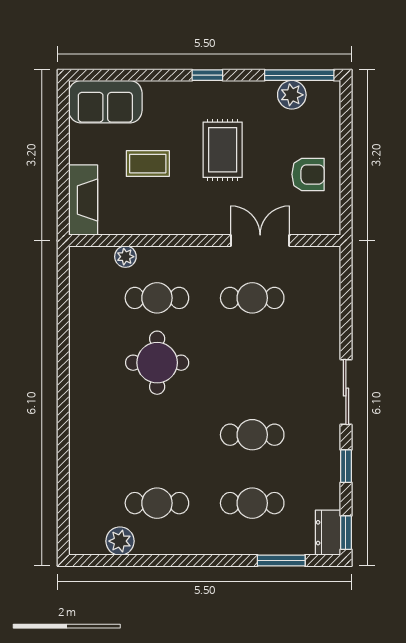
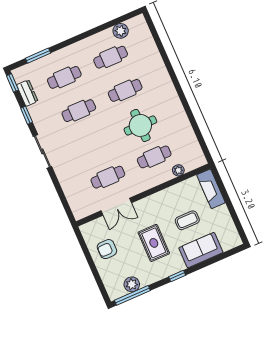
sofa: (105, 102) -> (201, 250), moved
cafe table: (157, 435) -> (125, 90), added
dresser: (328, 533) -> (27, 93), moved

